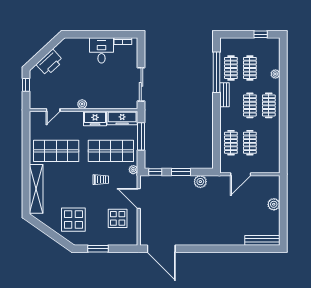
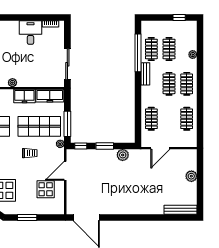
window: (141, 136) -> (67, 124), moved
clothes rail: (250, 143) -> (187, 119), moved
door: (139, 199) -> (65, 171), hinge flipped

